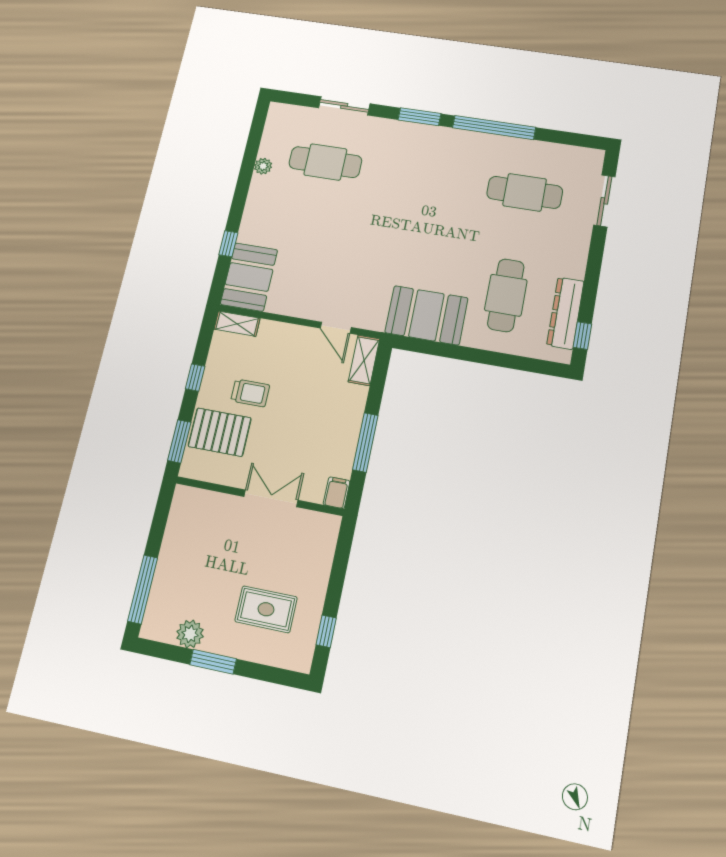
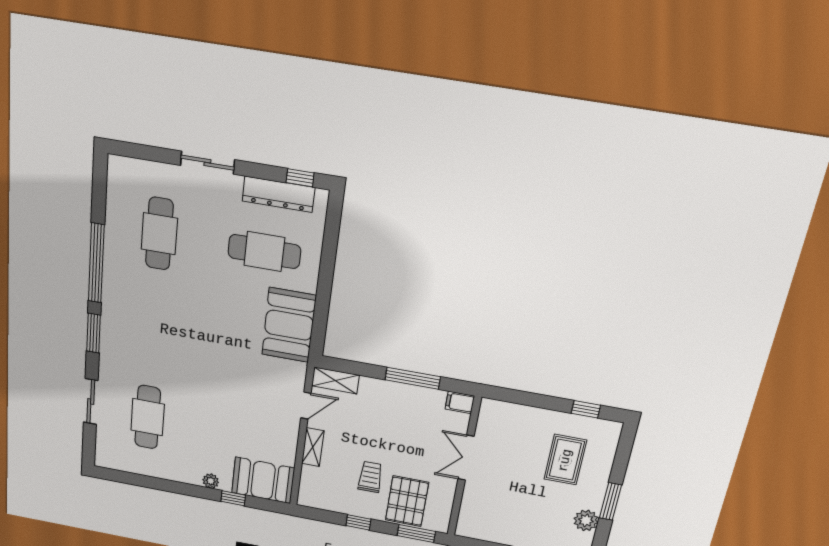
plant: (263, 166) -> (211, 481), moved
sliding door: (604, 201) -> (207, 163), moved
shelving: (237, 324) -> (313, 447), moved

